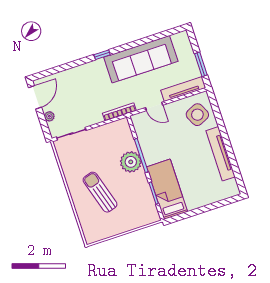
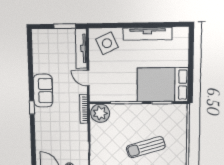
sofa: (141, 59) -> (43, 91), width x0.54, depth x0.79
door: (154, 106) -> (88, 78), swing flipped
plant: (131, 162) -> (100, 113), moved
bed: (167, 189) -> (163, 85), width x1.50

